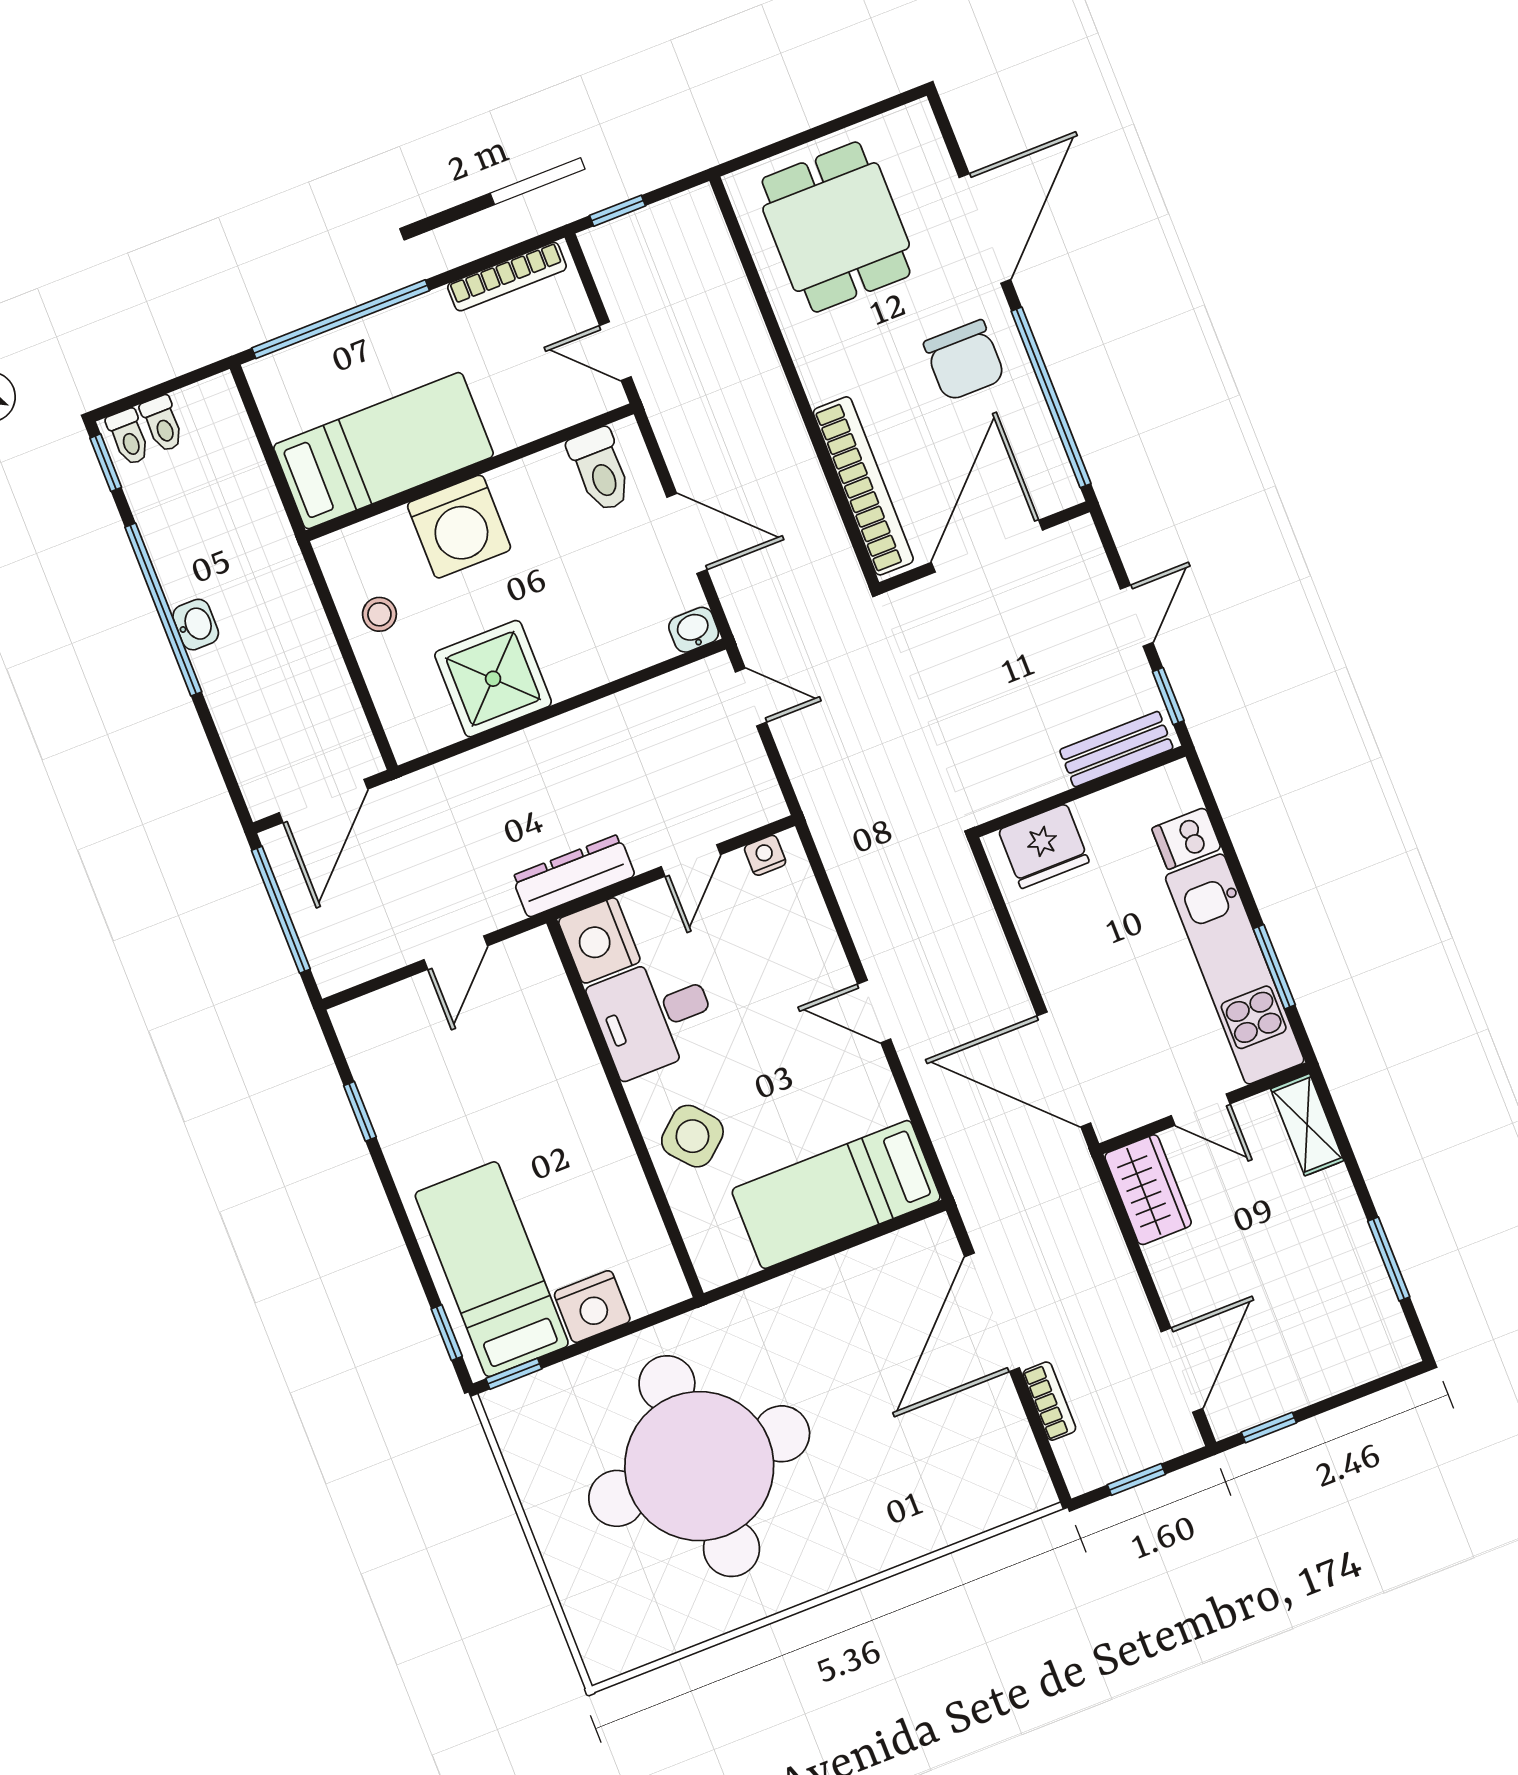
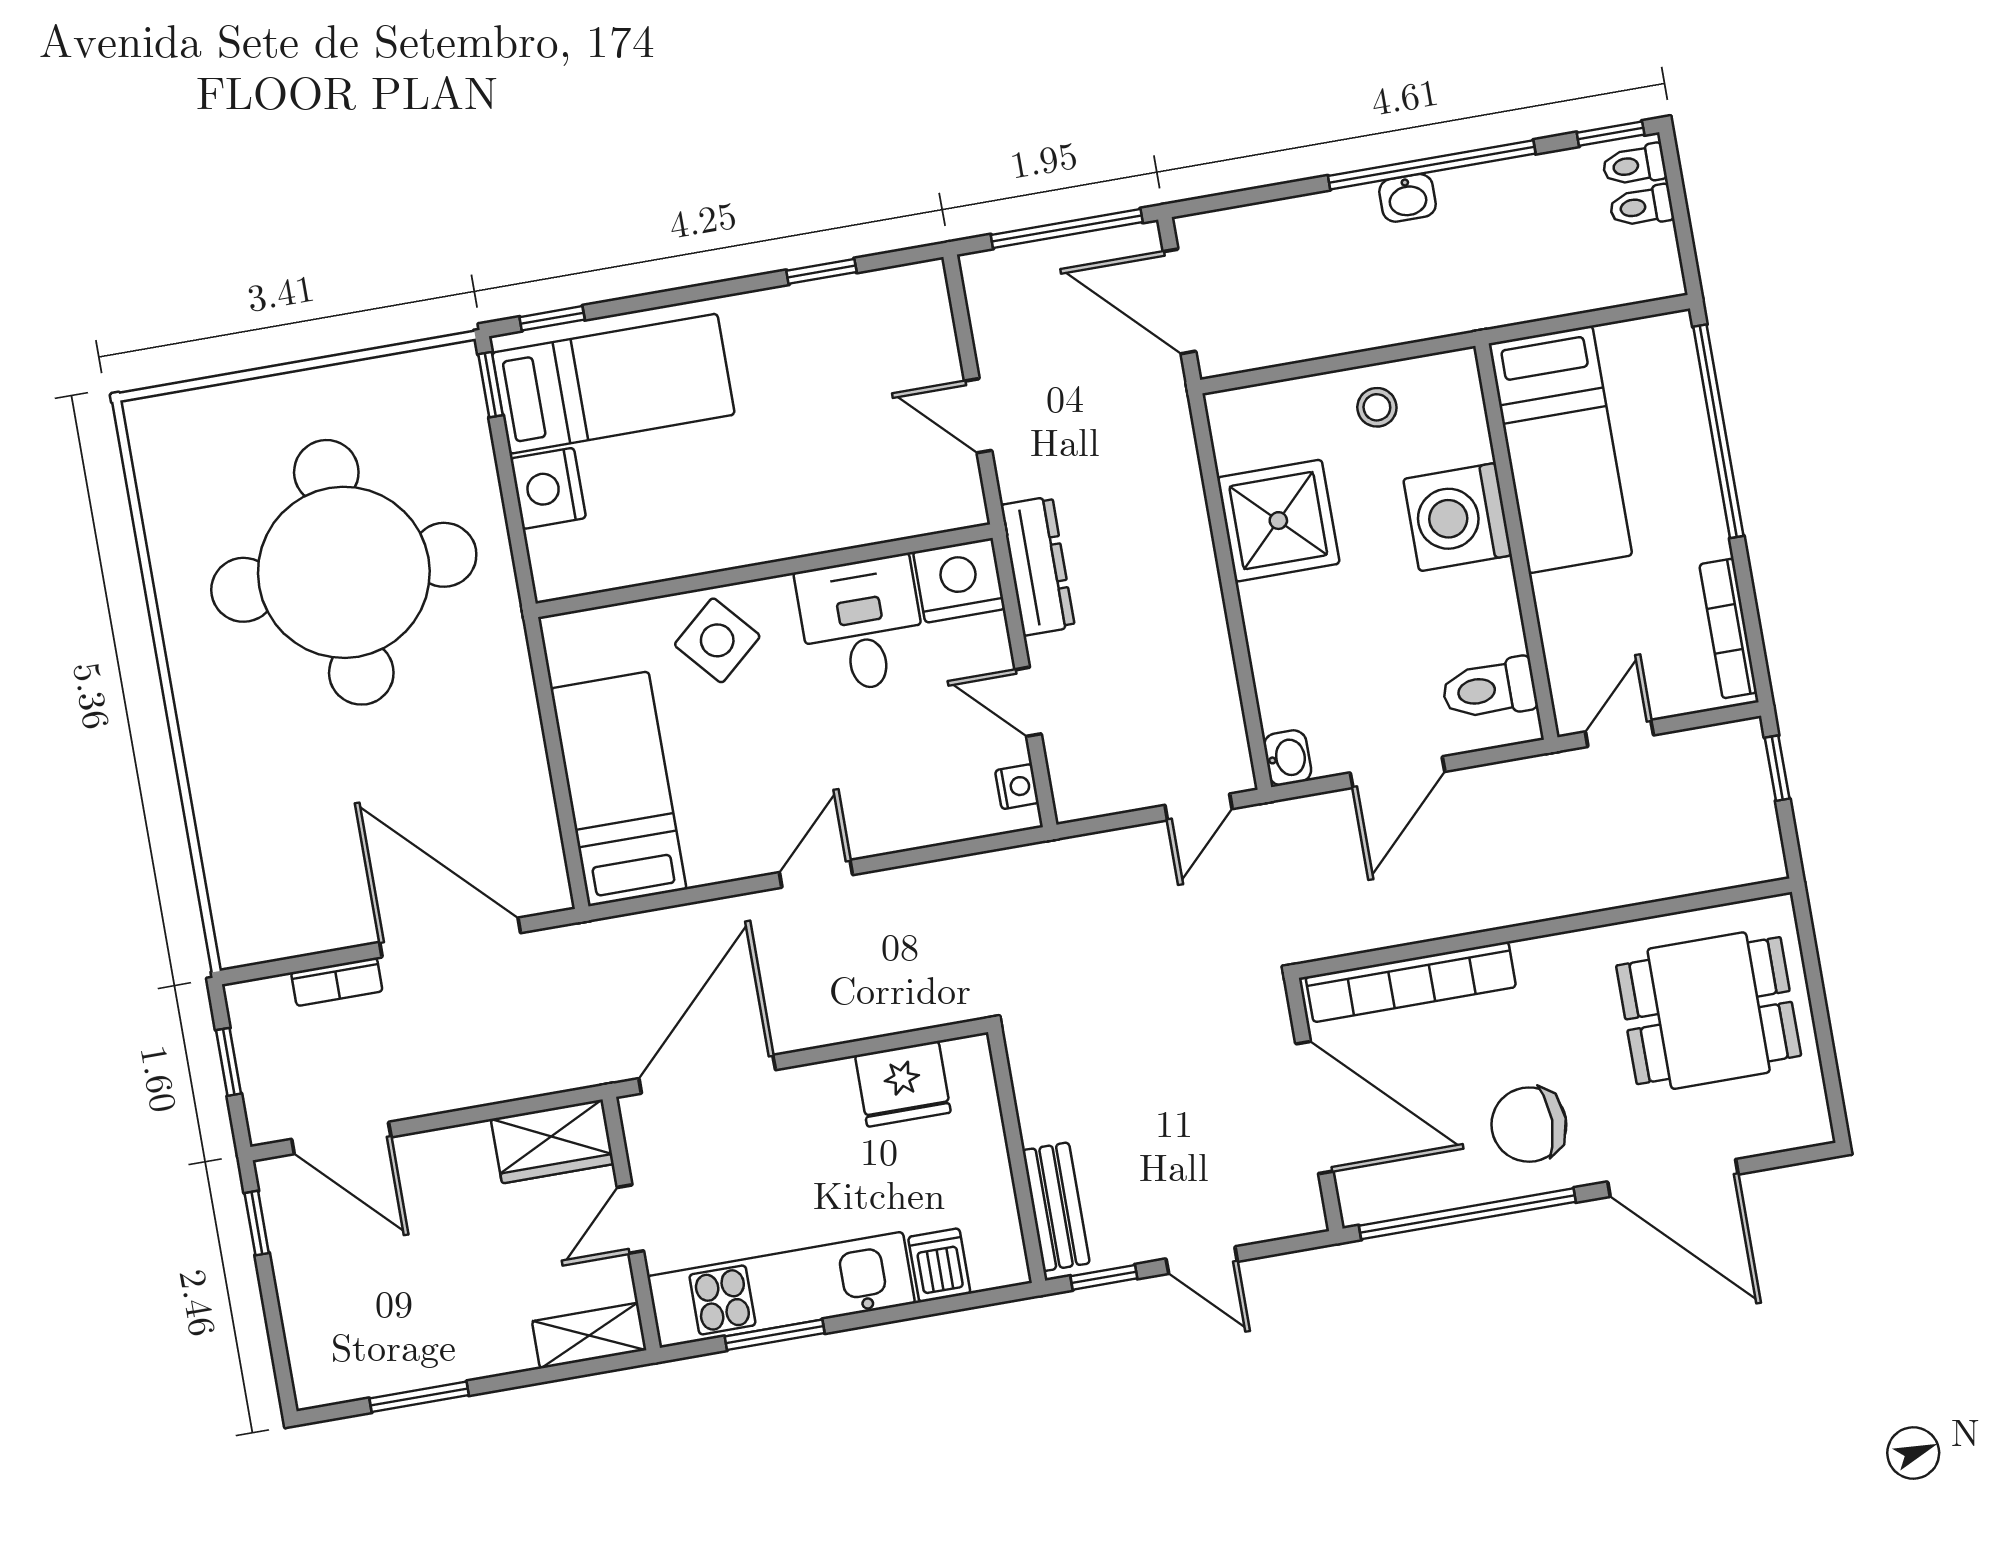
fridge: (1044, 846) -> (903, 1084), moved, turned -90

